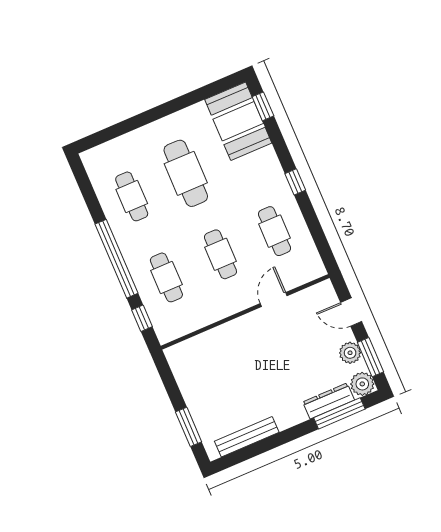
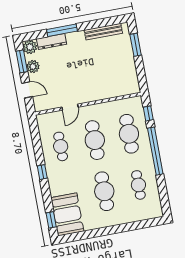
cafe table: (220, 254) -> (95, 140), width x1.37, depth x1.35
cafe table: (166, 277) -> (129, 134), width x1.37, depth x1.35
window: (339, 413) -> (62, 30), moved

